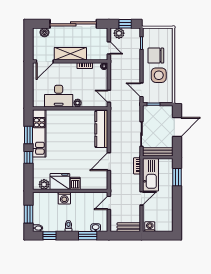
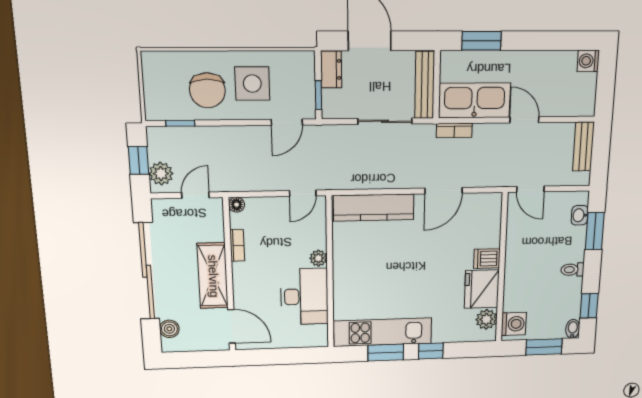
dresser: (165, 110) -> (331, 69), added
door: (109, 162) -> (444, 191), hinge flipped
washing machine: (64, 198) -> (514, 324), moved
washing machine: (150, 227) -> (588, 61), moved

